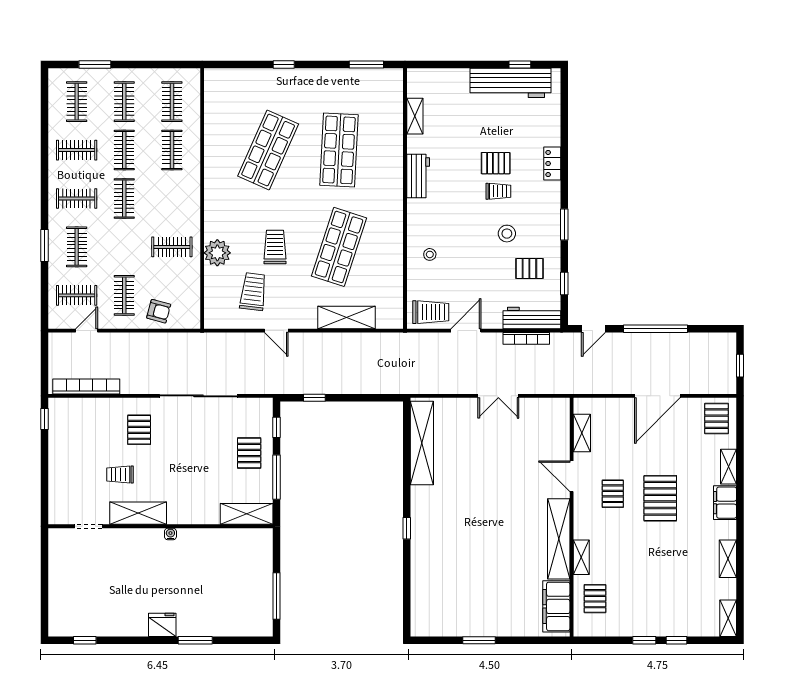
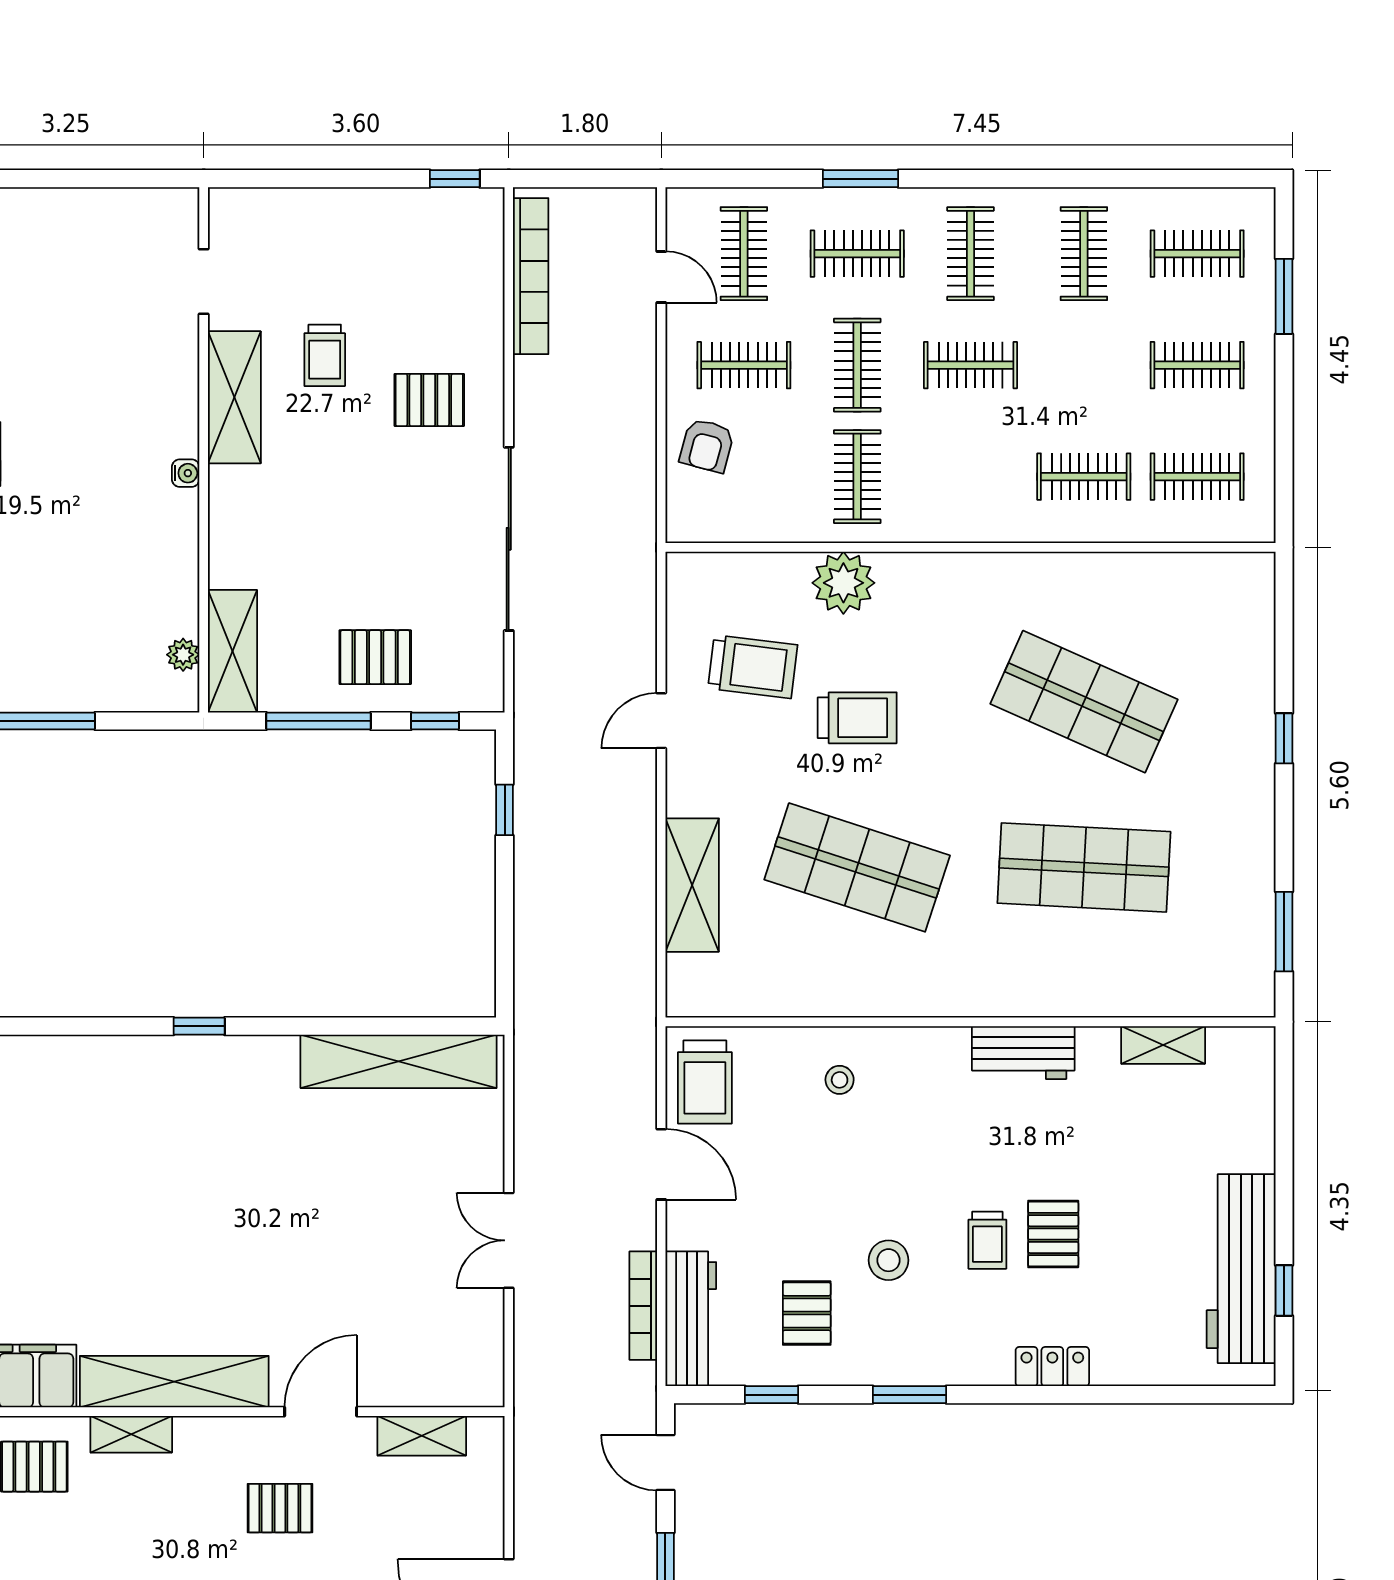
clothes rail: (124, 150) -> (857, 365), moved, turned 90
trolley: (120, 475) -> (325, 355), turned 180
plant: (248, 535) -> (183, 655), added

